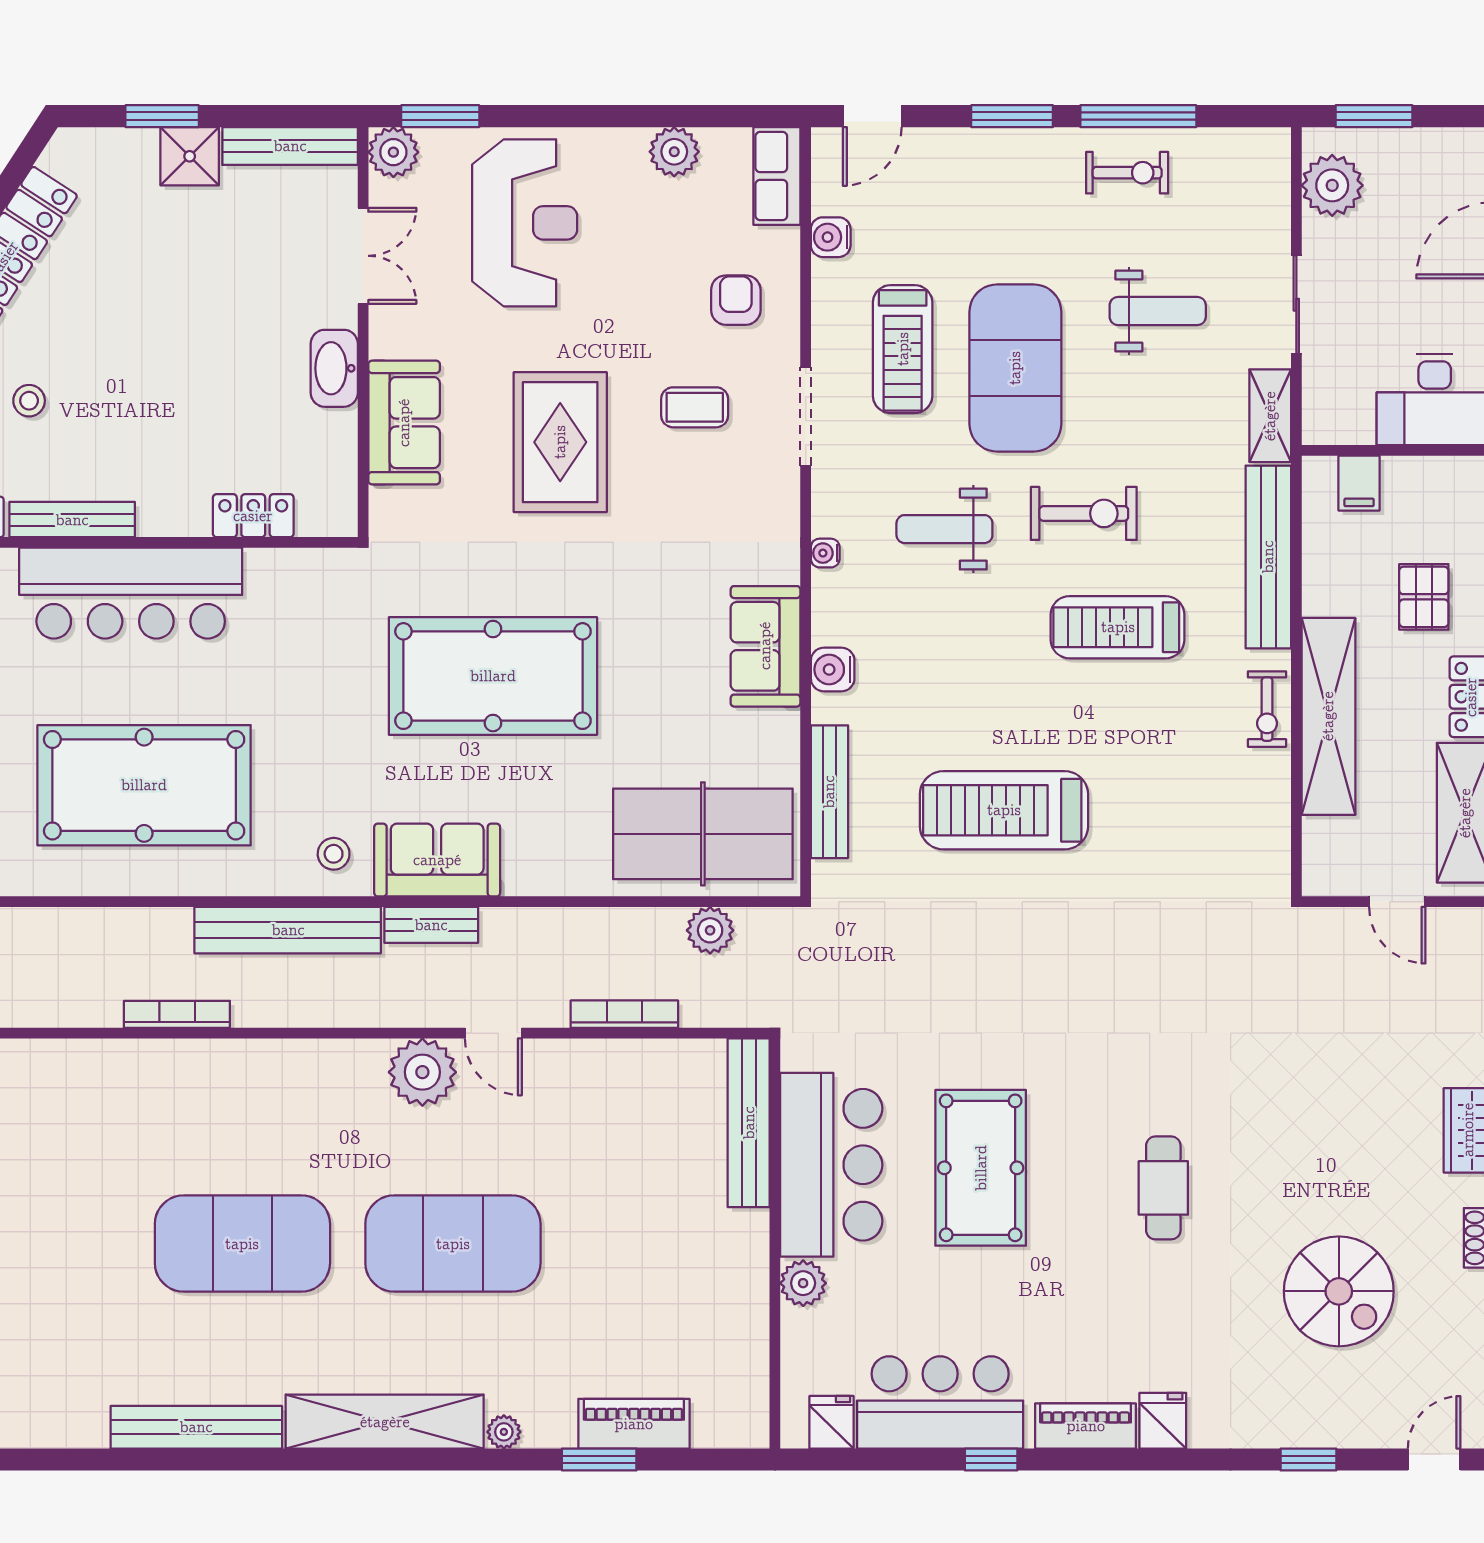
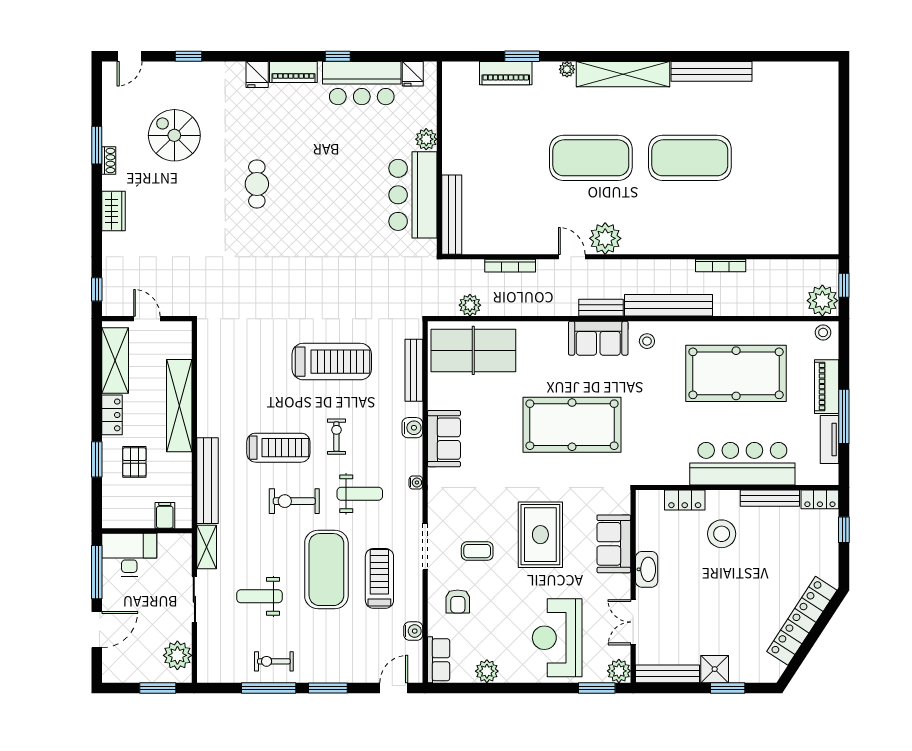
stool: (29, 401) -> (722, 534), moved, width x1.89, depth x1.89
exercise bike: (1267, 709) -> (336, 437), moved
pool table: (981, 1168) -> (343, 193), removed

